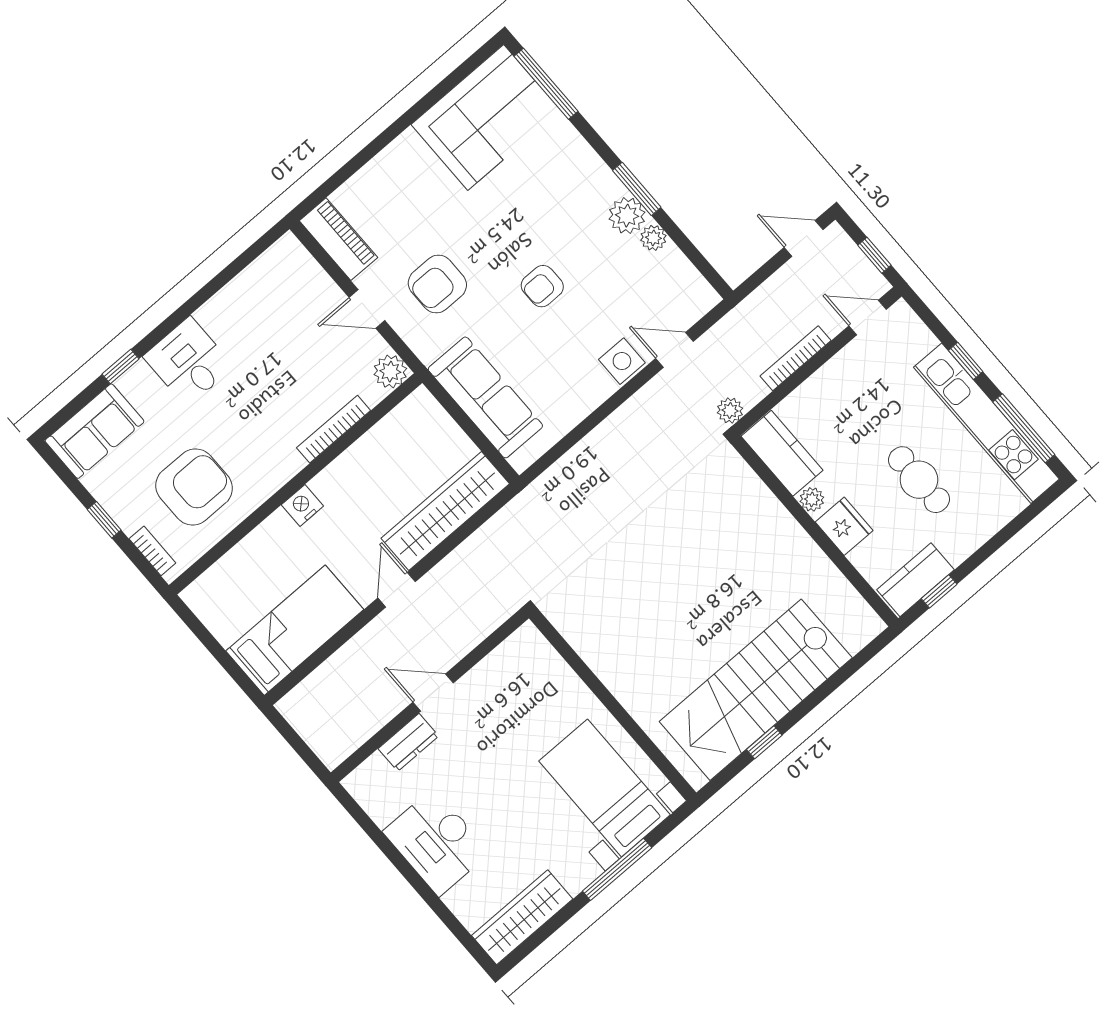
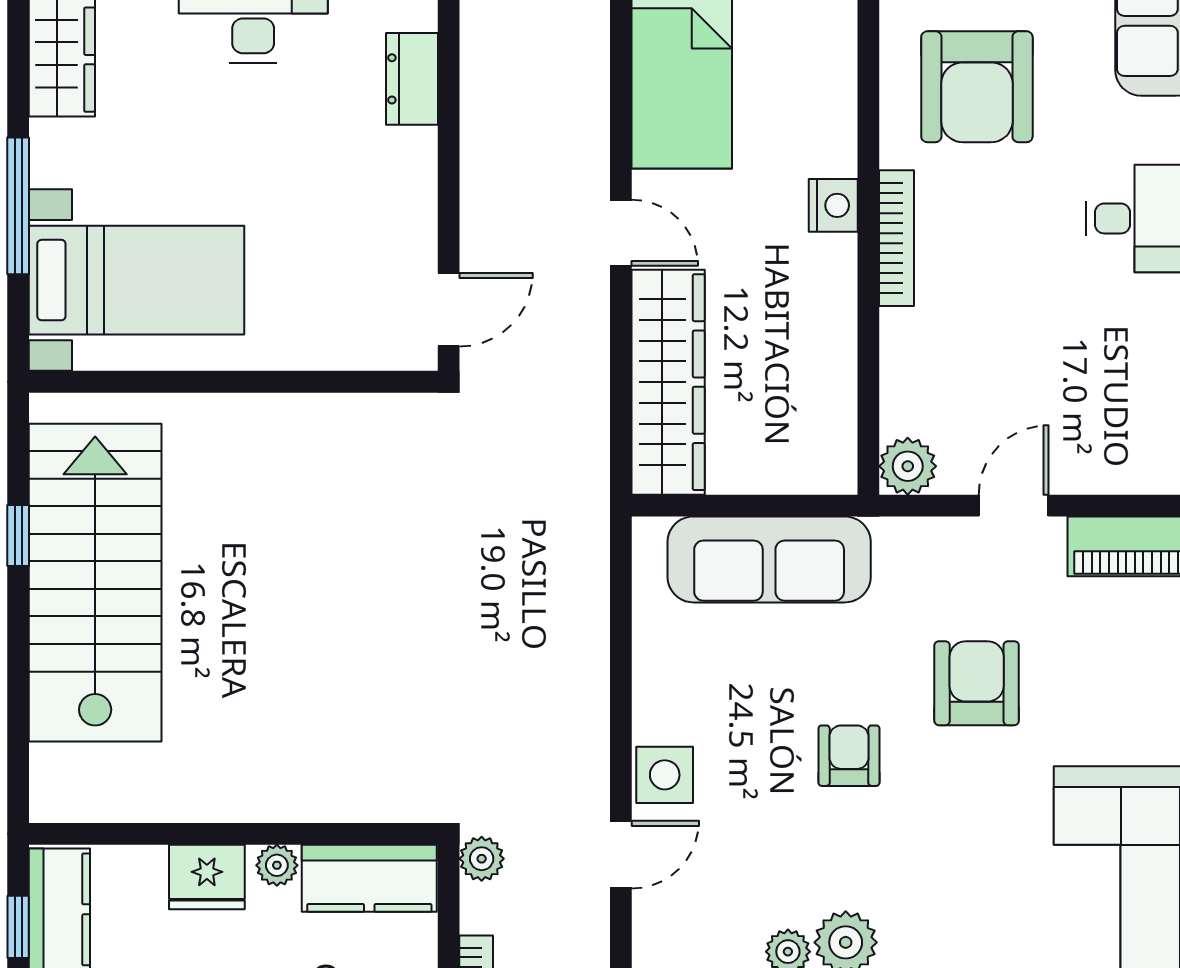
armchair: (437, 284) -> (977, 683), moved
bookcase: (334, 429) -> (897, 238), moved
door: (433, 693) -> (449, 310), moved

